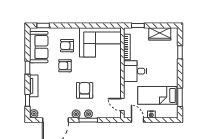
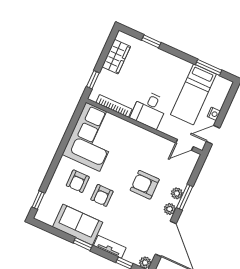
sofa: (39, 47) -> (78, 225), moved

